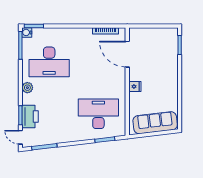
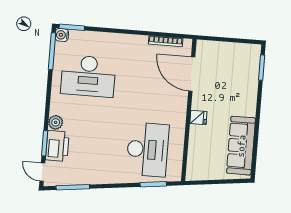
plant: (27, 88) -> (56, 122), moved
desk: (98, 114) -> (147, 150), turned 90
sofa: (155, 123) -> (241, 146), moved, turned -83

